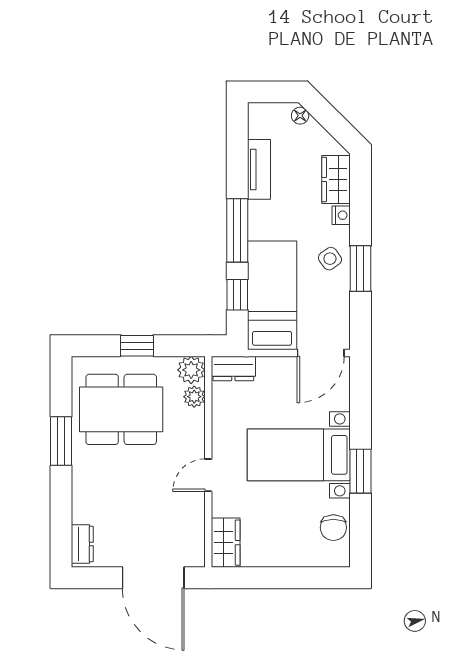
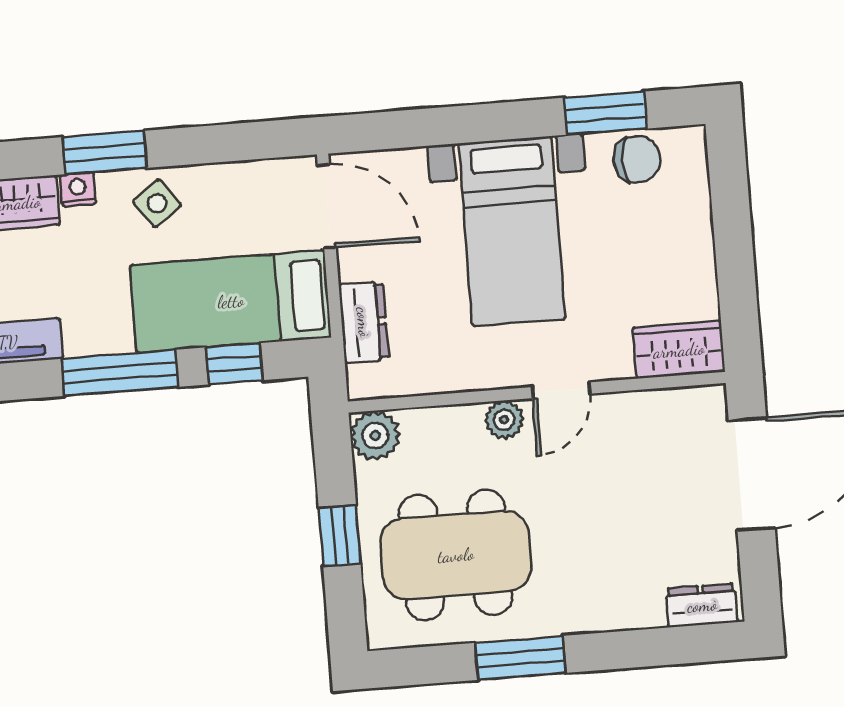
window: (360, 269) -> (105, 153), moved
dresser: (233, 368) -> (364, 322), moved
plant: (194, 397) -> (504, 420), moved
dining table: (121, 409) -> (456, 555), turned 90
window: (360, 471) -> (605, 113), moved
door: (208, 475) -> (561, 390), hinge flipped

